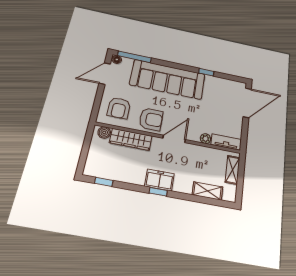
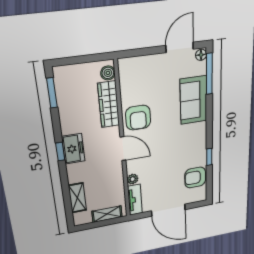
door: (105, 74) -> (180, 47), hinge flipped
sofa: (168, 79) -> (194, 100), width x0.54, depth x0.79
door: (247, 103) -> (168, 210), moved
armchair: (119, 108) -> (195, 177), moved
window: (104, 182) -> (52, 93), width x1.50

